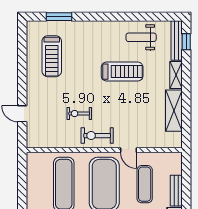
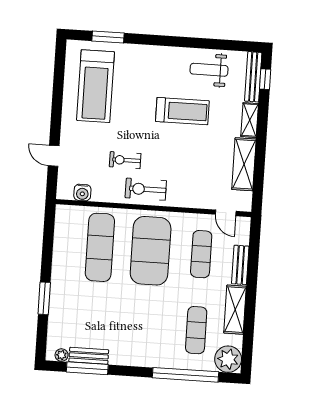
treadmill: (52, 56) -> (96, 86), width x1.37, depth x1.38
water cooler: (47, 142) -> (82, 193), added
door: (128, 150) -> (226, 213), moved

